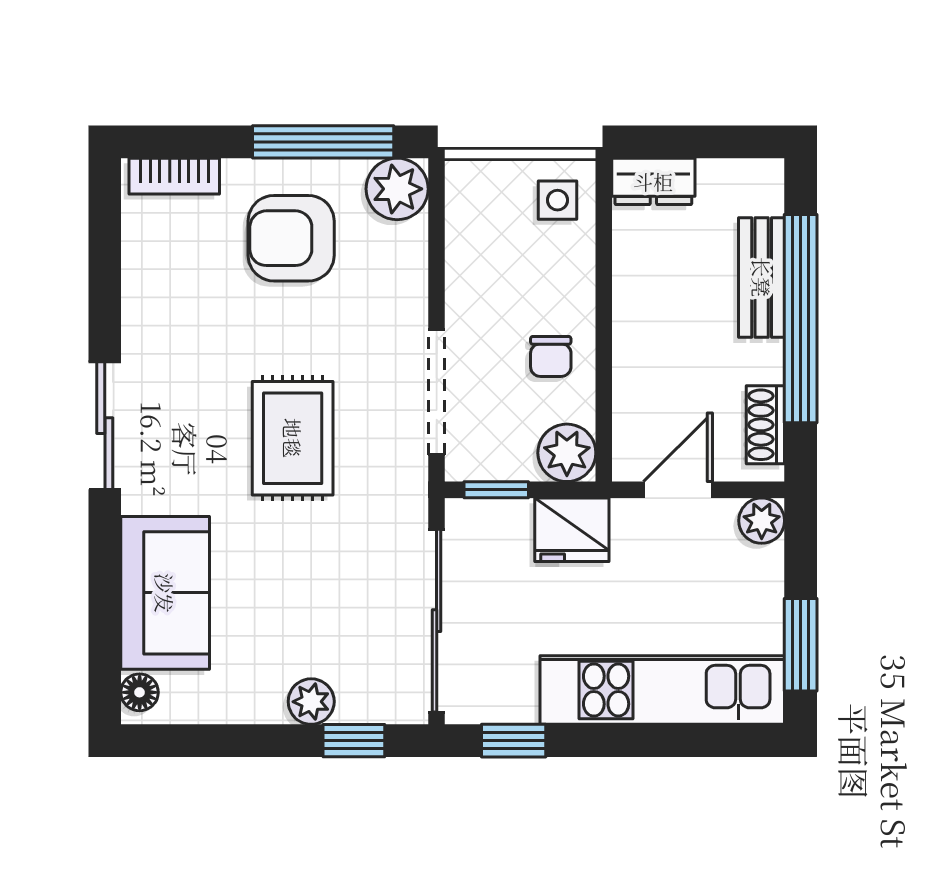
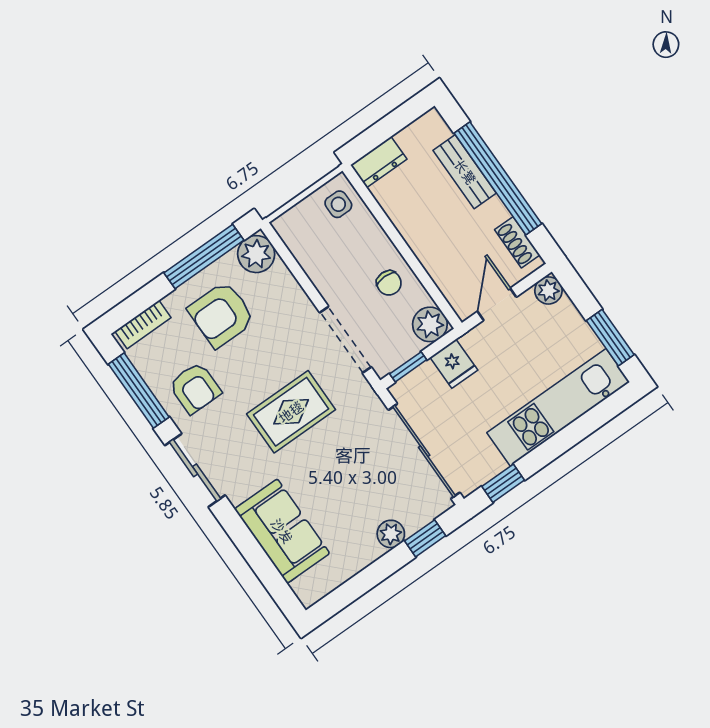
window: (105, 262) -> (139, 391), added
armchair: (184, 313) -> (195, 388), added
rug: (293, 438) -> (291, 412), turned 90
fridge: (572, 530) -> (454, 364), width x0.72
floor lamp: (140, 692) -> (304, 589), removed

